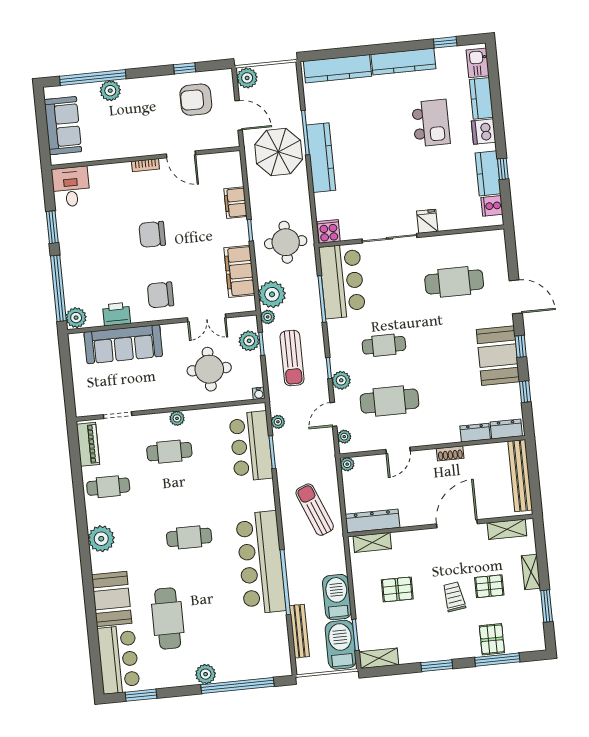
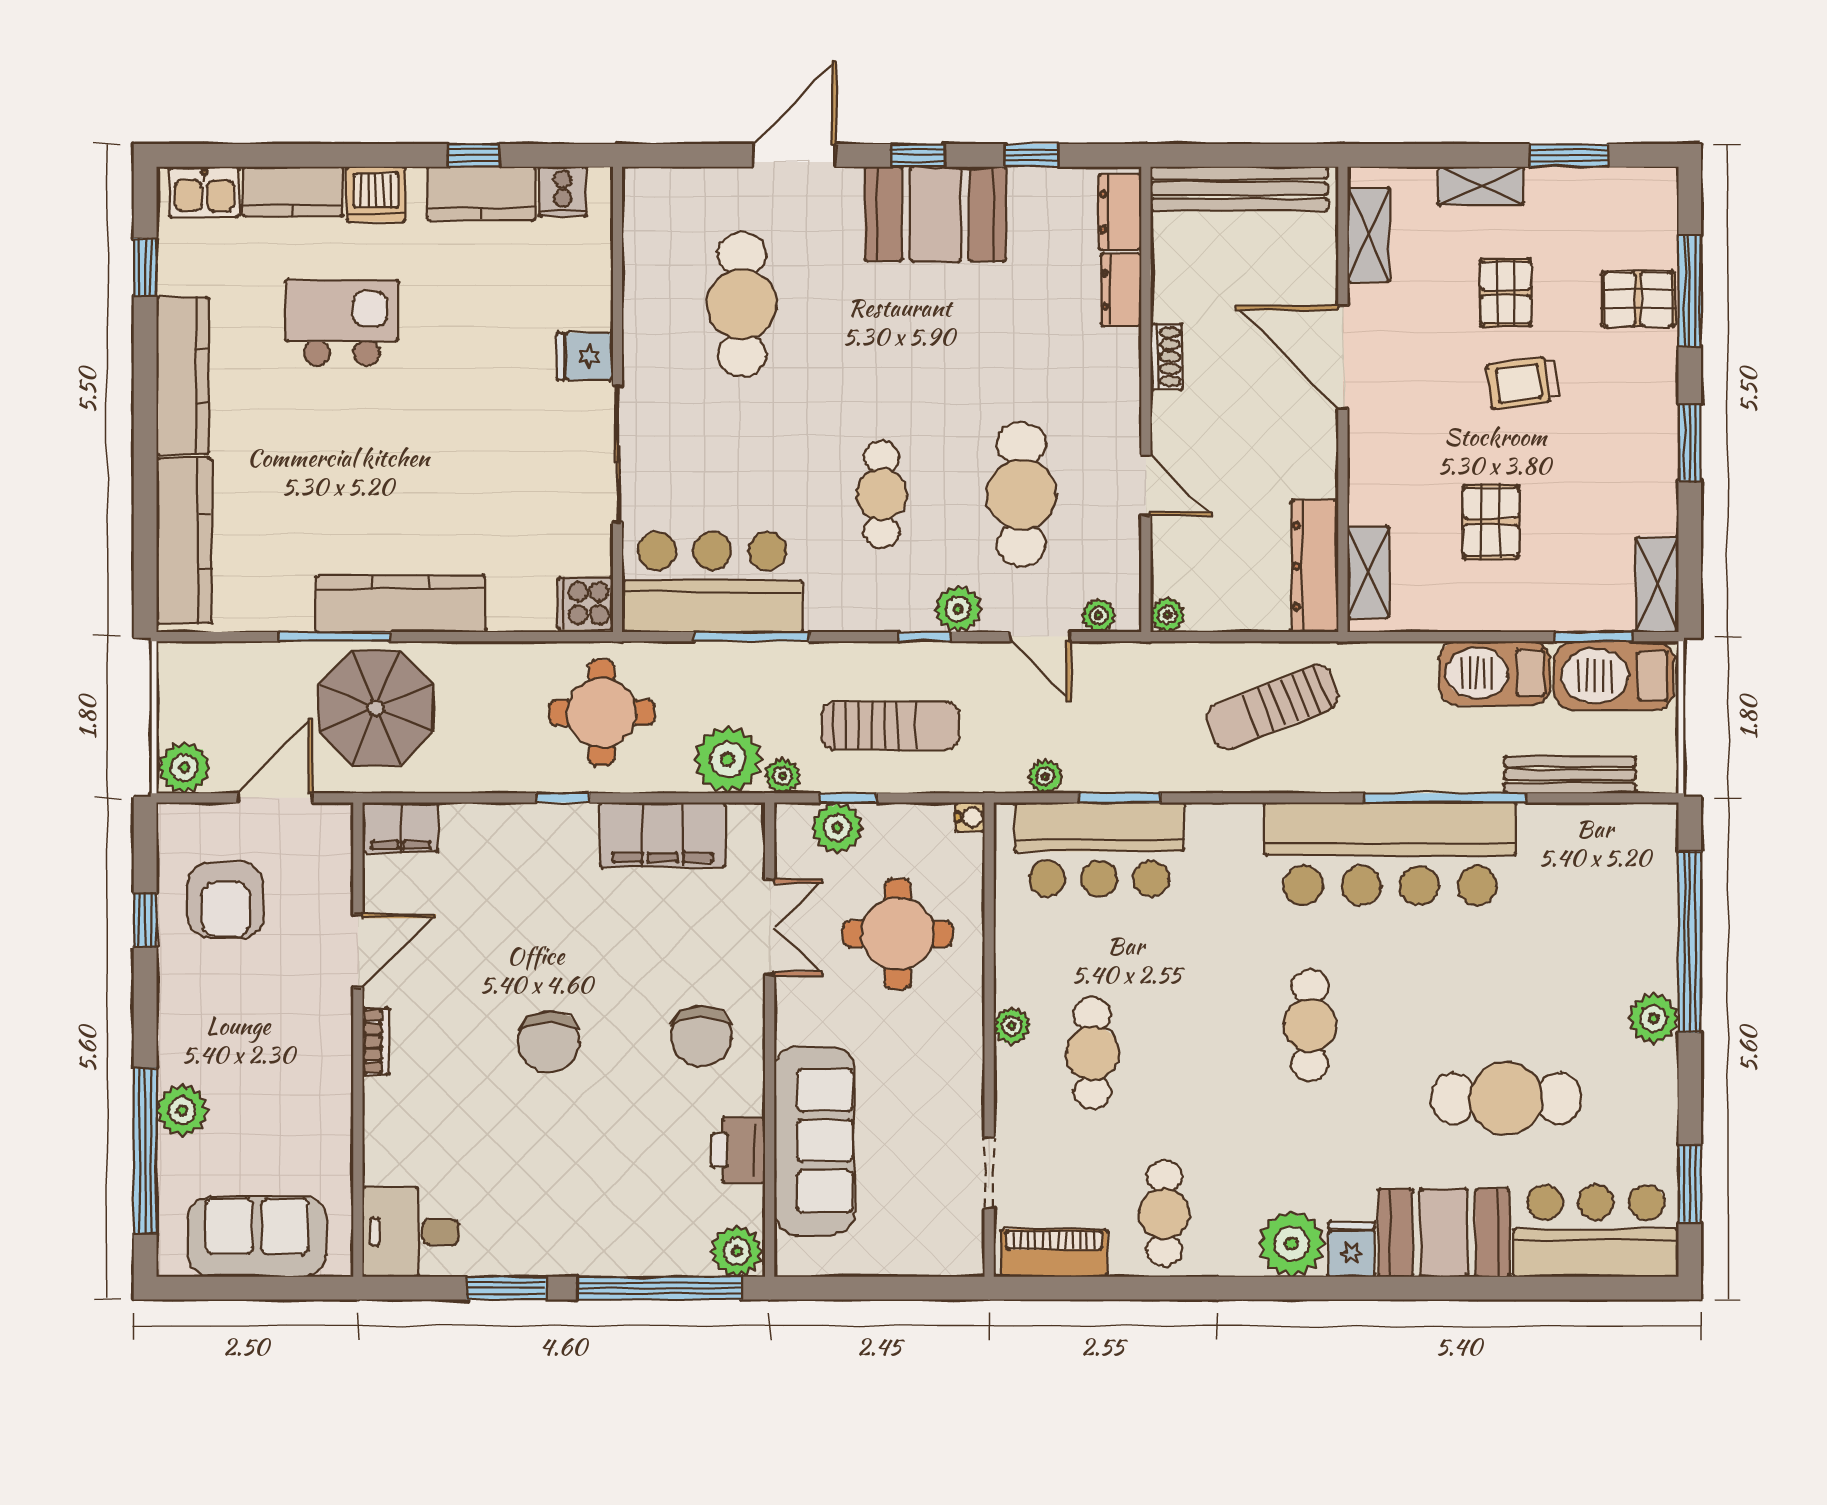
filing cabinet: (235, 203) -> (401, 827), moved
fridge: (101, 563) -> (1352, 1249), added

